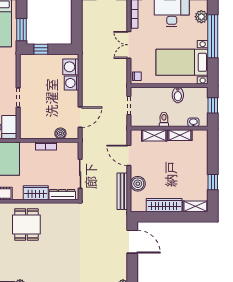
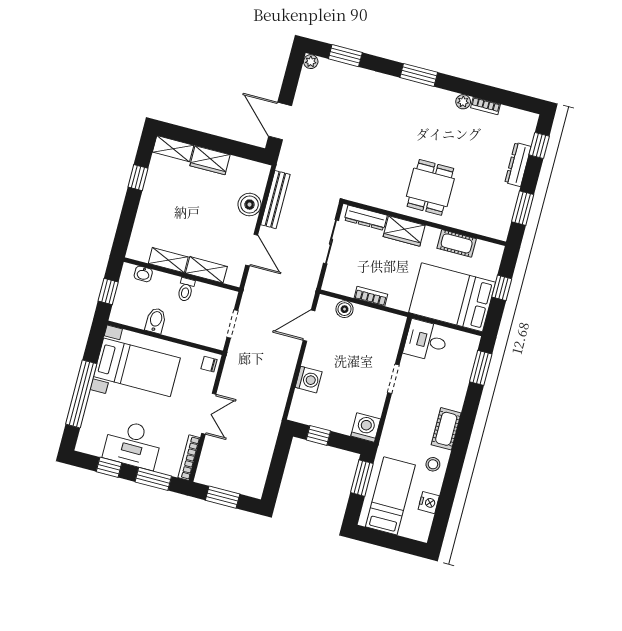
plant: (201, 17) -> (90, 427), removed
window: (41, 49) -> (318, 435), moved
washing machine: (71, 67) -> (366, 428), moved, turned -90
wardrobe: (164, 205) -> (210, 160), width x0.67

